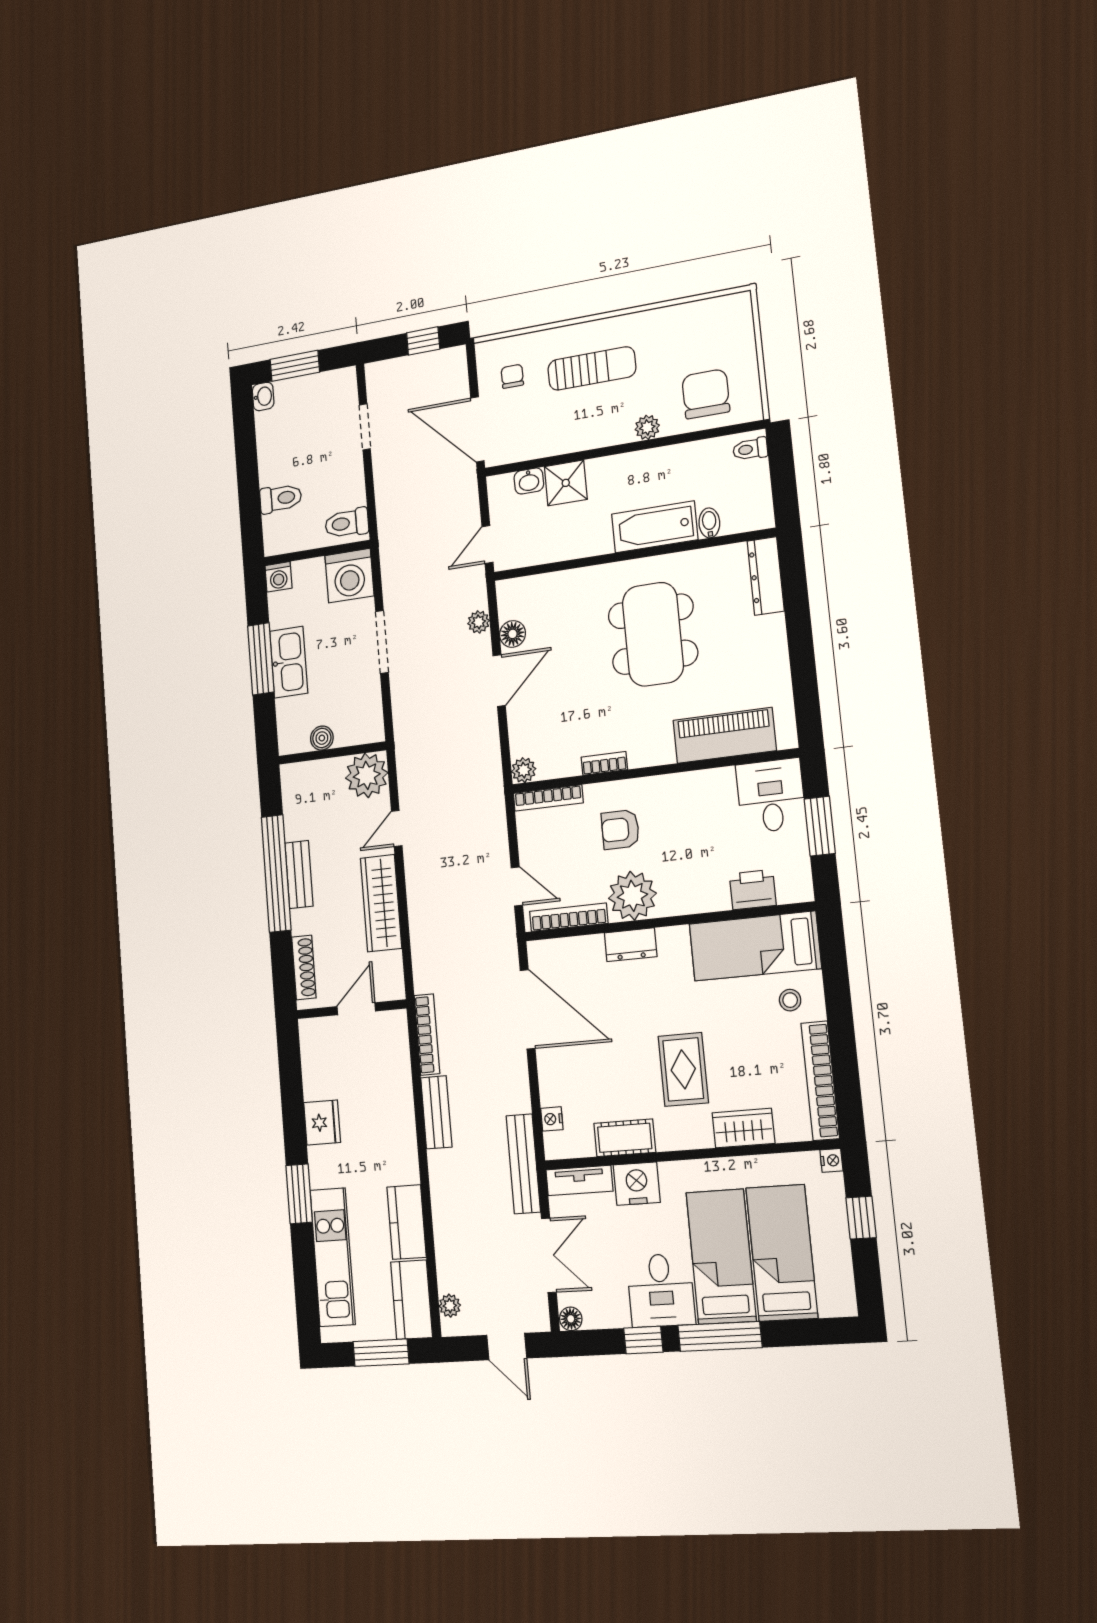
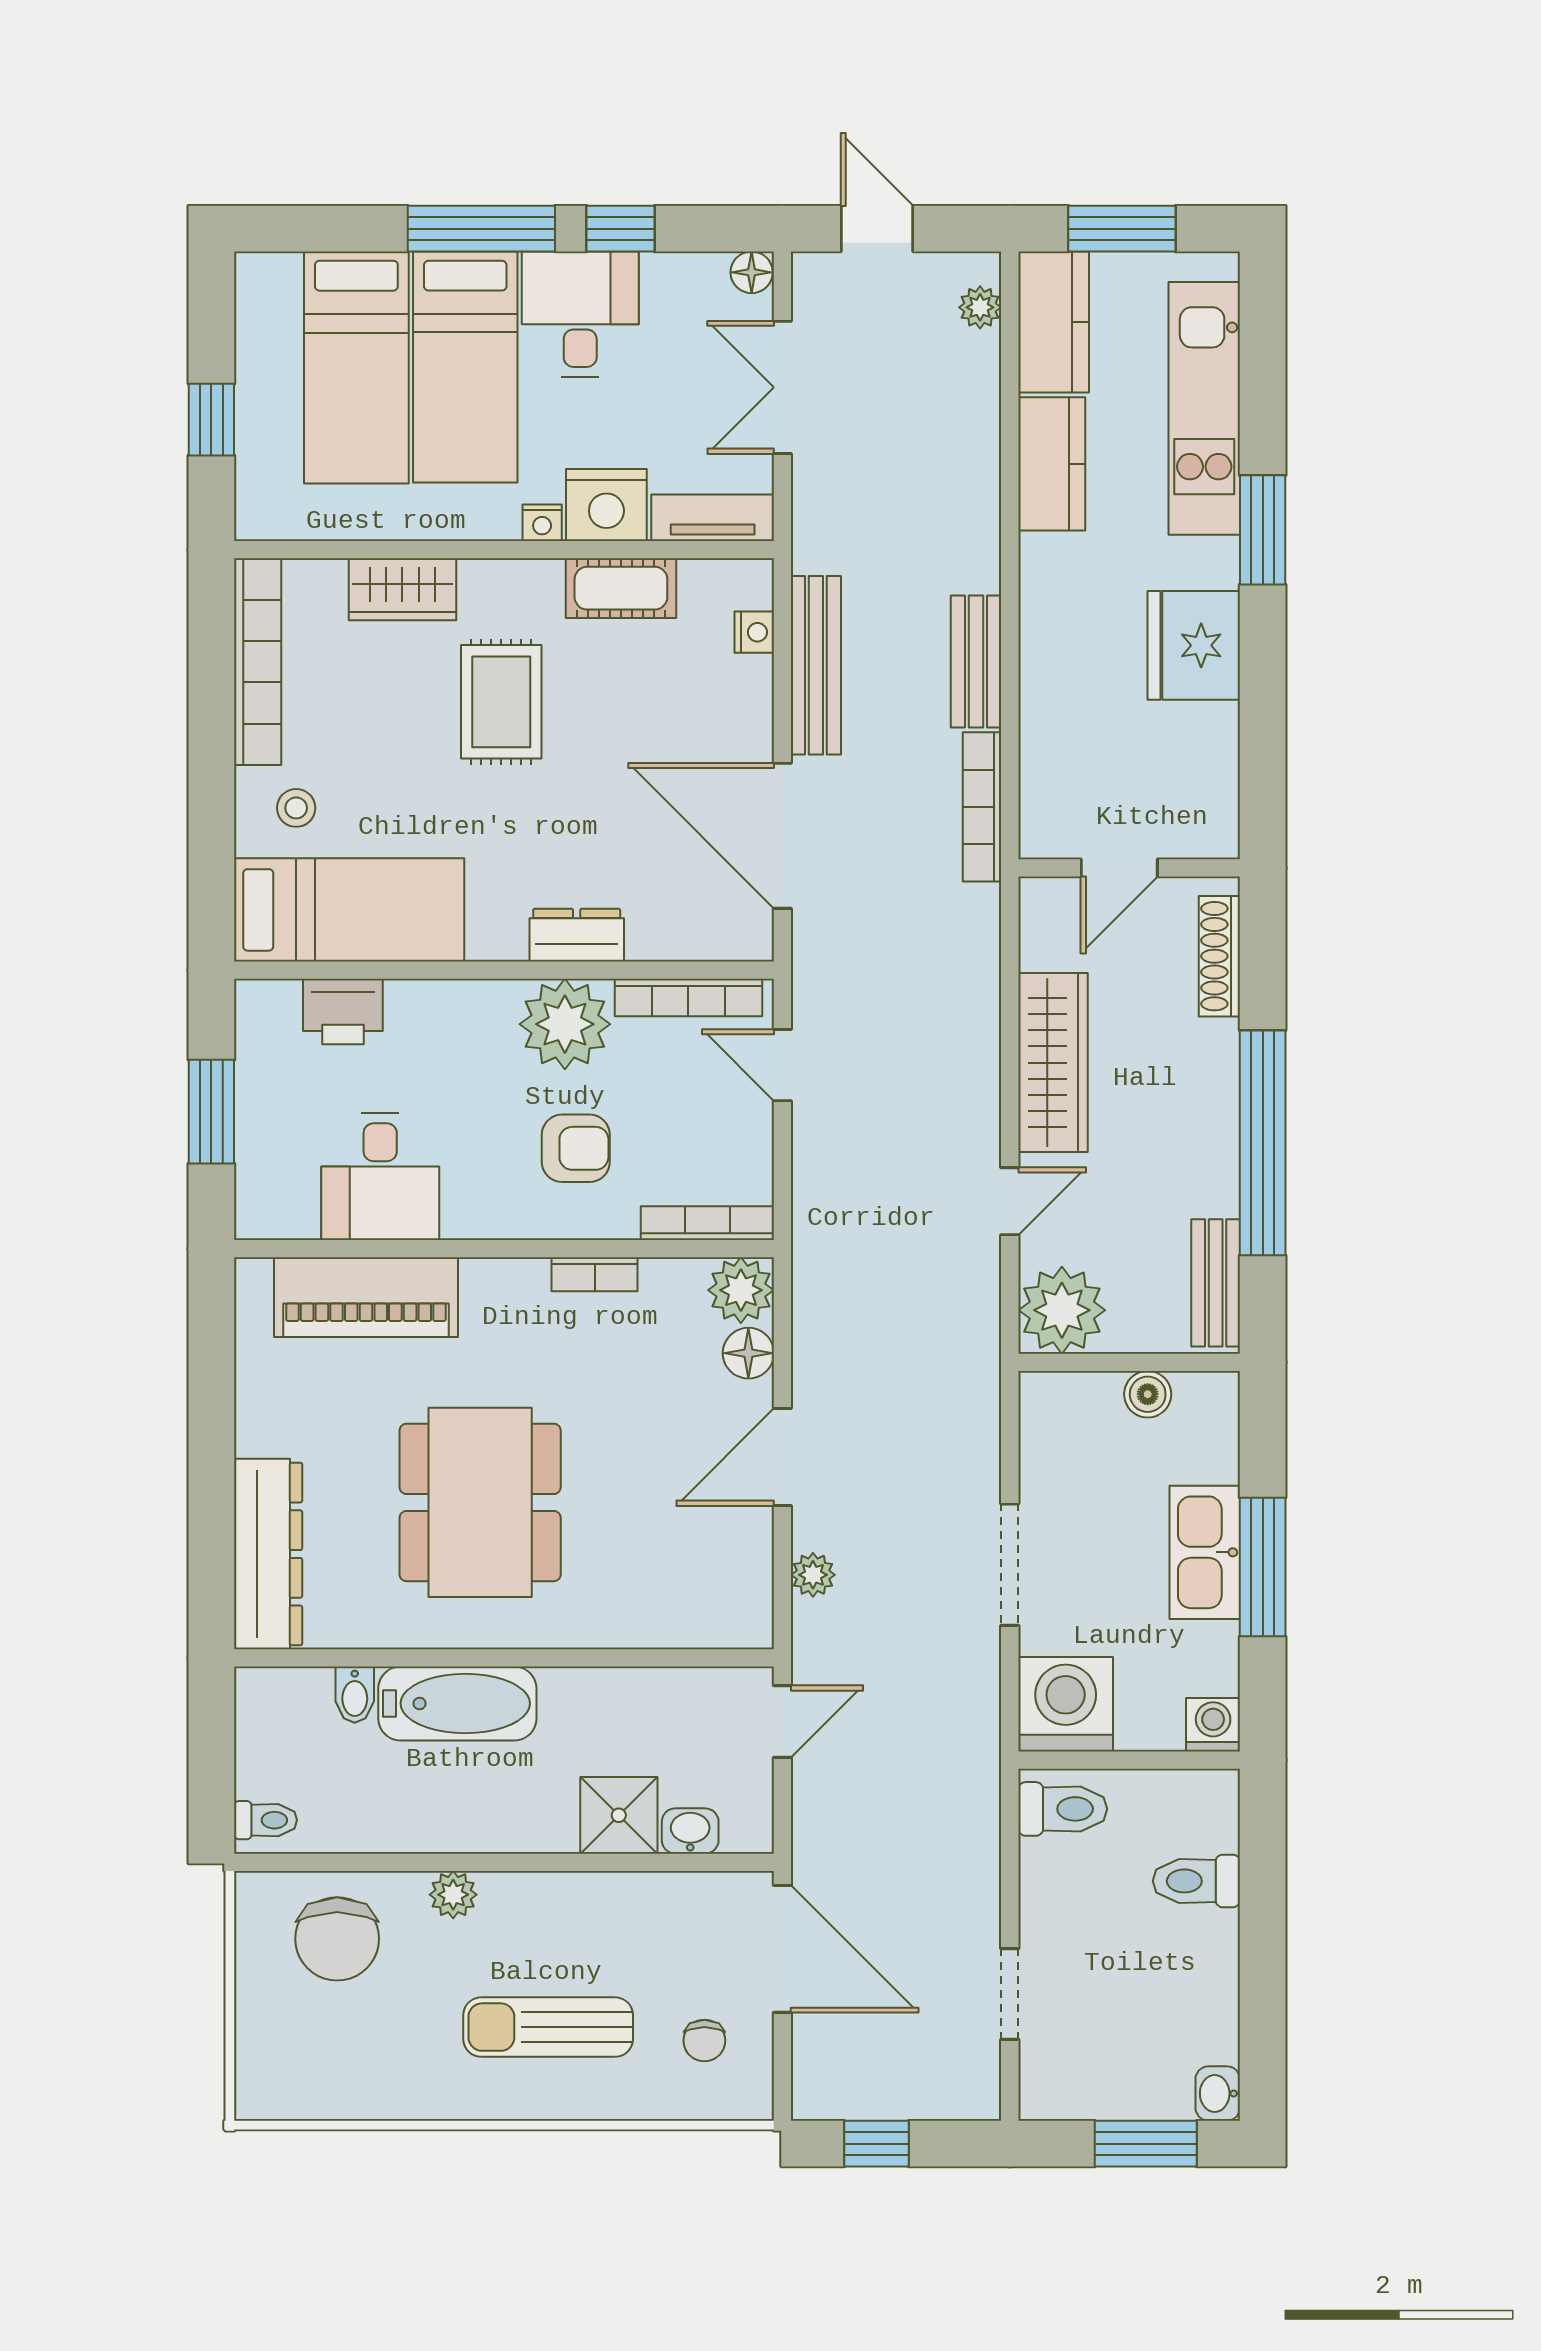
dresser: (766, 576) -> (268, 1554), width x1.37, depth x1.24
floor lamp: (513, 634) -> (748, 1353), moved
plant: (524, 770) -> (741, 1290), width x1.38, depth x1.38
desk: (771, 796) -> (380, 1177), moved
bench: (299, 875) -> (1216, 1283), moved
fridge: (322, 1123) -> (1194, 645), width x1.36, depth x1.34
nightstand: (831, 1160) -> (542, 523), moved, turned -90
bench: (523, 1164) -> (816, 665), moved

